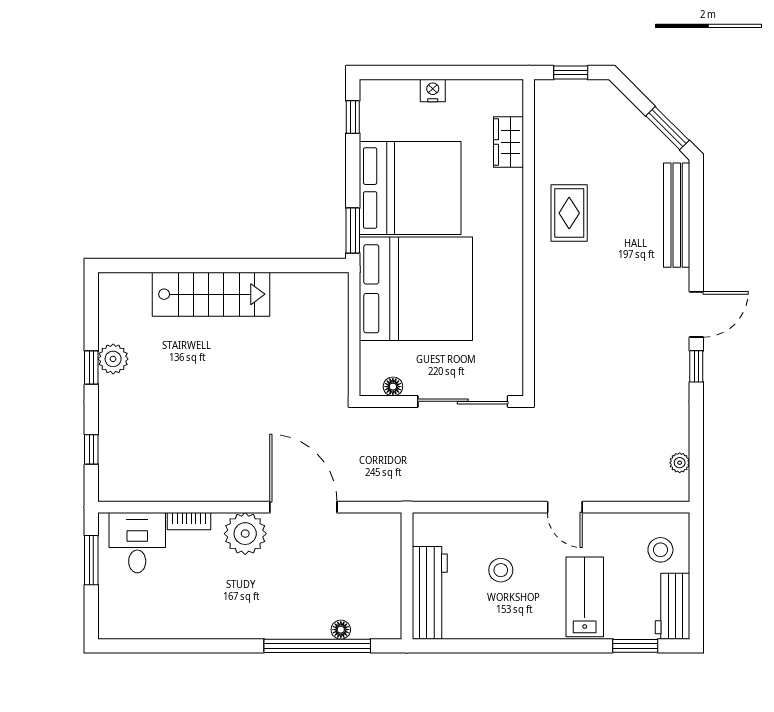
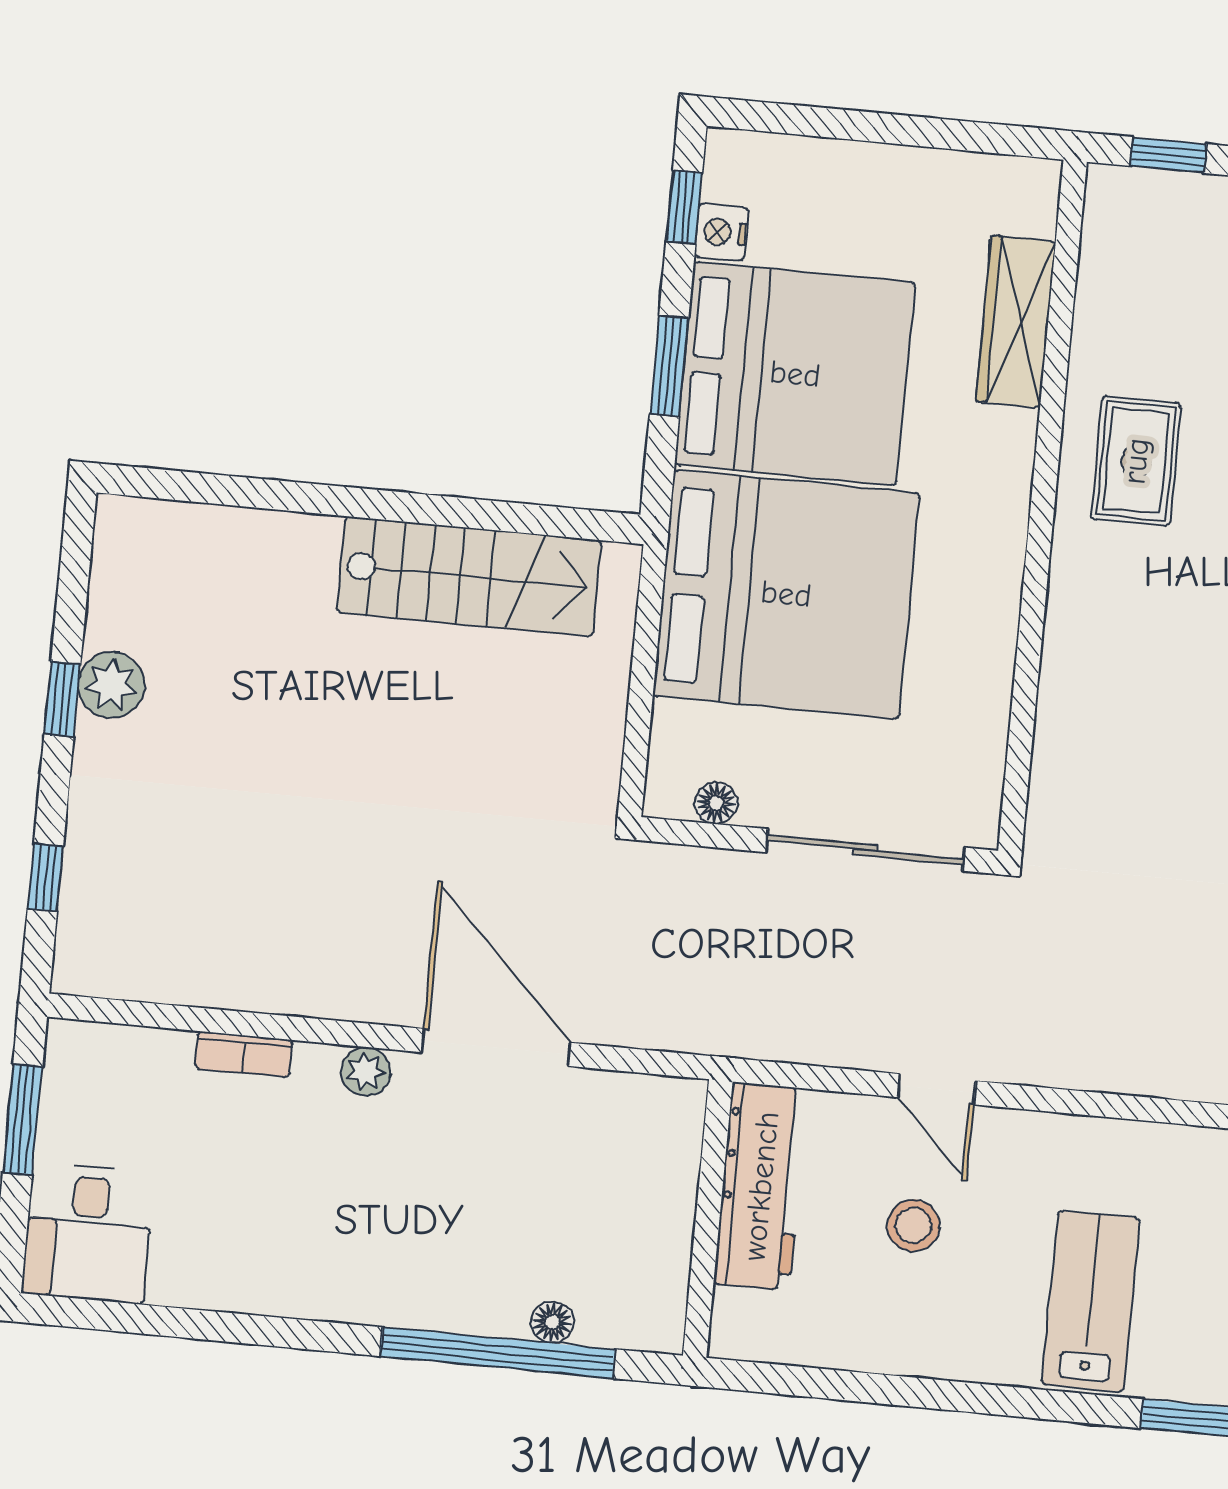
nightstand: (433, 91) -> (721, 232), moved, turned -90
wardrobe: (508, 142) -> (1016, 321), width x1.50
window: (353, 230) -> (669, 366), moved
stairs: (211, 294) -> (469, 576), moved
door: (565, 507) -> (937, 1089), moved
plant: (245, 534) -> (366, 1072), width x0.53, depth x0.53
desk: (137, 543) -> (88, 1233), moved, turned 180
workbench: (430, 593) -> (761, 1186), moved

